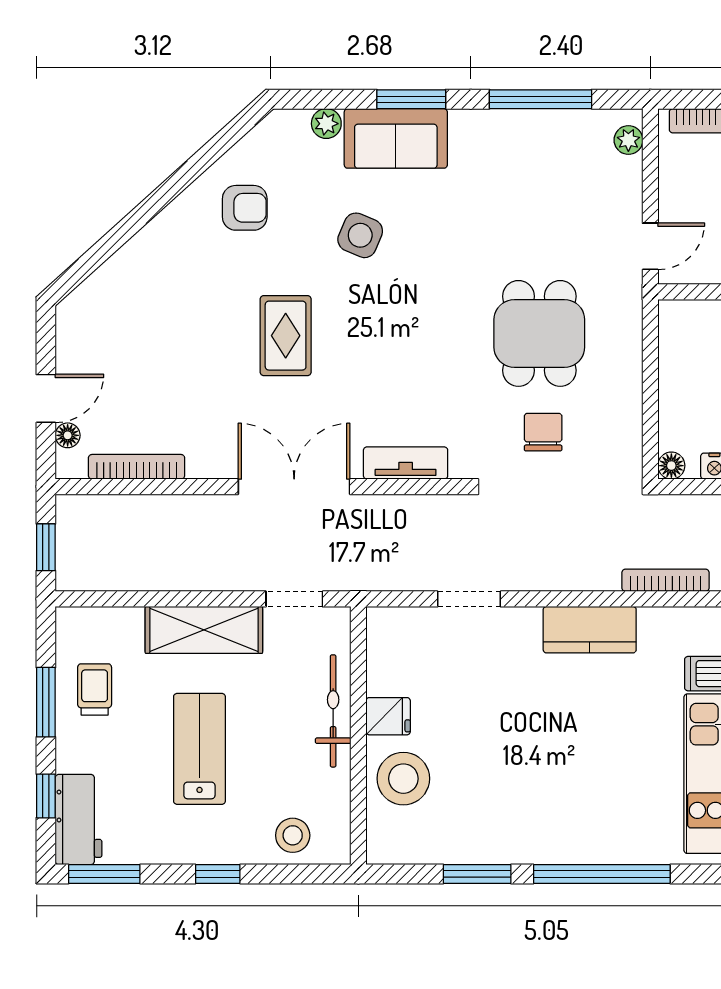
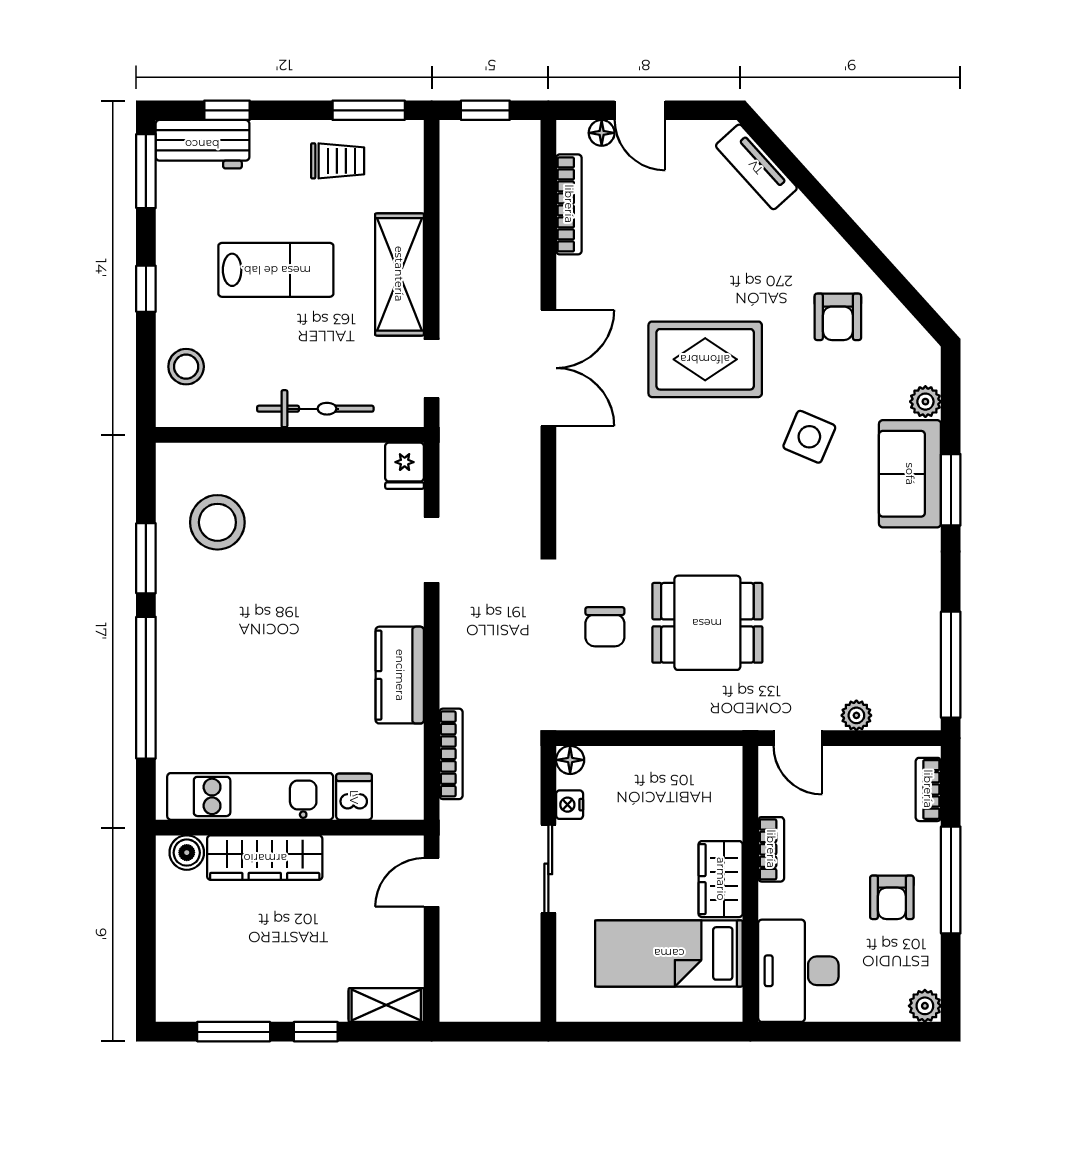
window: (541, 99) -> (951, 665), moved
plant: (628, 140) -> (856, 715), moved
rug: (286, 336) -> (705, 359), width x1.36, depth x1.43
chair: (543, 432) -> (605, 627), turned 90
tv unit: (406, 463) -> (756, 167), moved, turned 138
window: (46, 702) -> (369, 110), moved
fridge: (388, 716) -> (405, 466), moved
stool: (403, 779) -> (217, 522), moved

